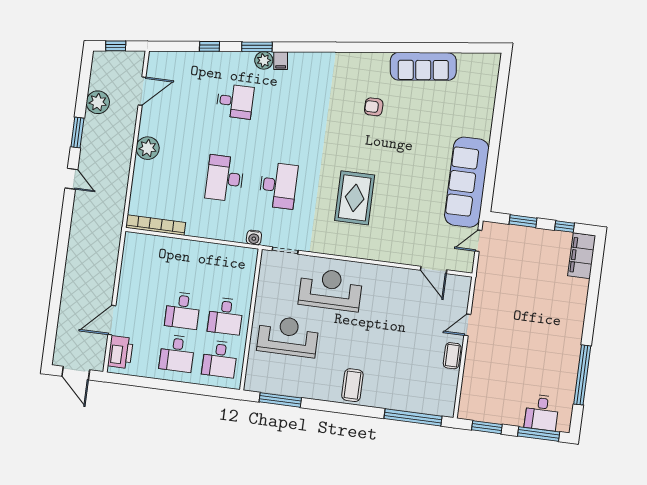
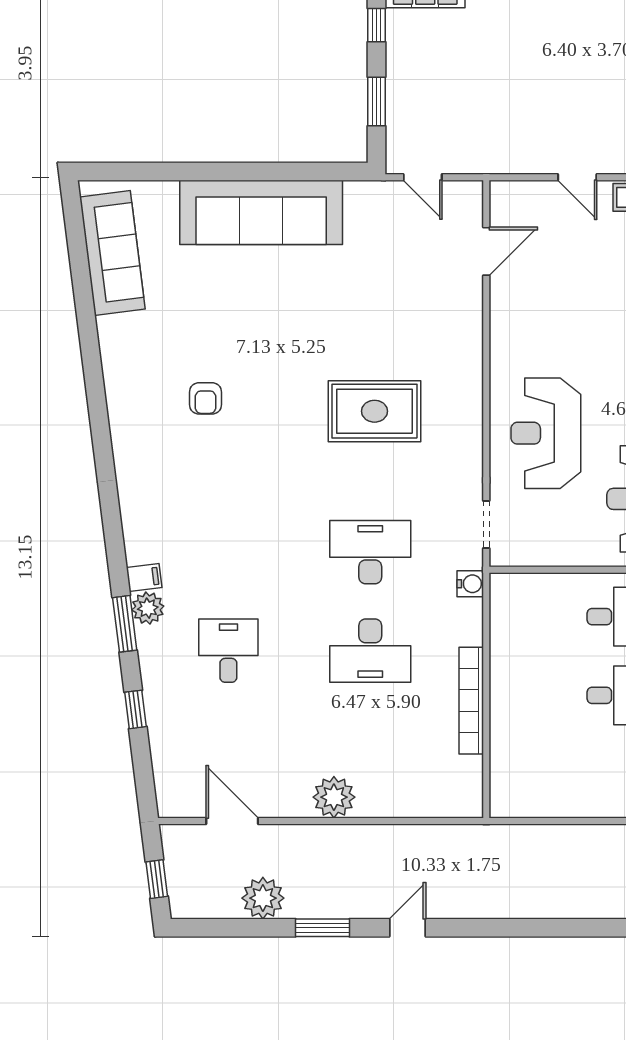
sofa: (423, 66) -> (112, 253), moved
sofa: (467, 182) -> (261, 212), moved
bookcase: (156, 225) -> (471, 701), moved

